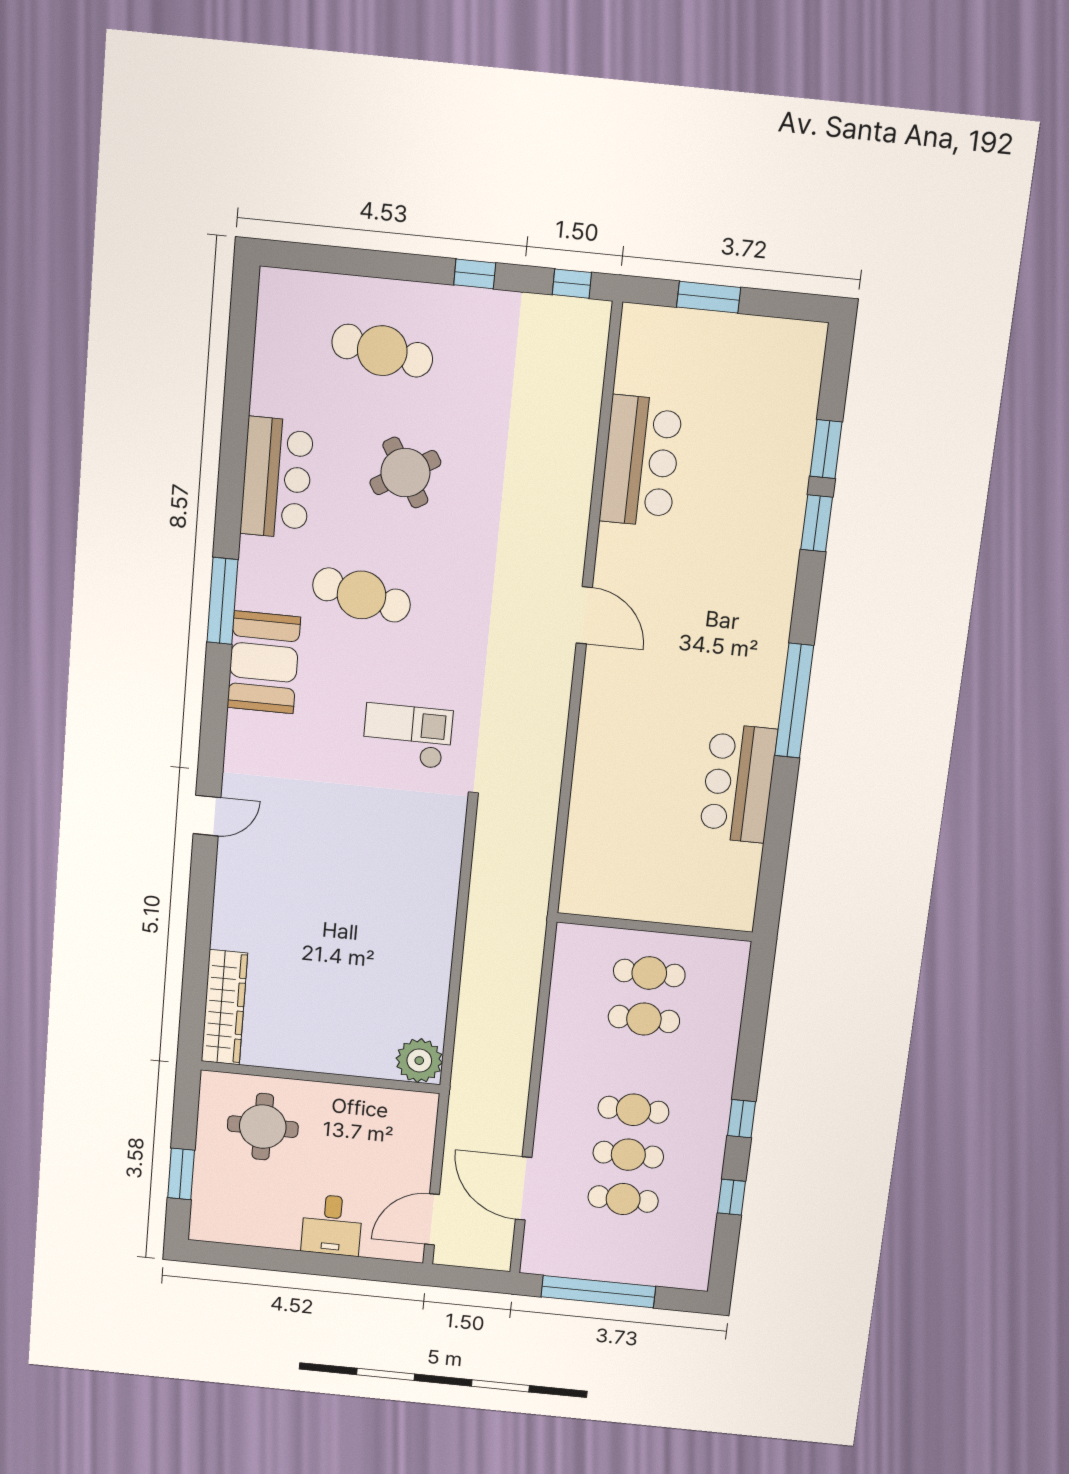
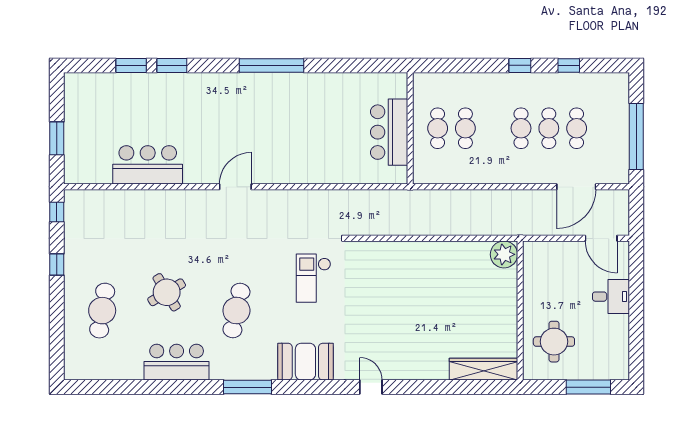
booth: (264, 662) -> (305, 362), moved
bar counter: (738, 783) -> (389, 132), moved, turned 90
window: (181, 1174) -> (588, 387), width x1.44

